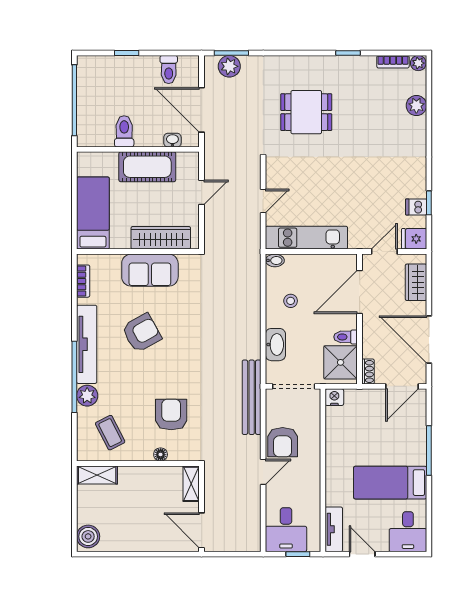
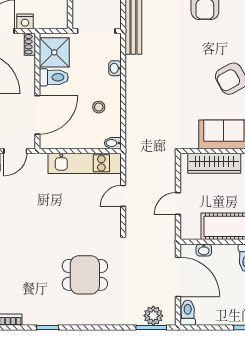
toilet: (169, 70) -> (188, 313), moved
toilet: (346, 337) -> (54, 77), width x1.37, depth x1.39
washbasin: (275, 345) -> (115, 68), width x0.52, depth x0.69
nightstand: (334, 397) -> (25, 21), moved

